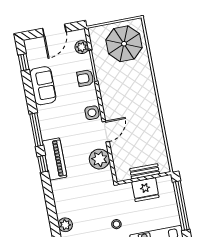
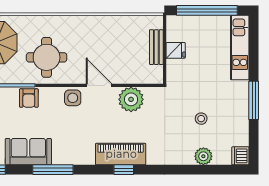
round table: (120, 86) -> (47, 57), added
window: (36, 130) -> (53, 170), moved
fridge: (145, 190) -> (176, 50), width x0.53, depth x0.75
stool: (116, 224) -> (201, 119), moved

